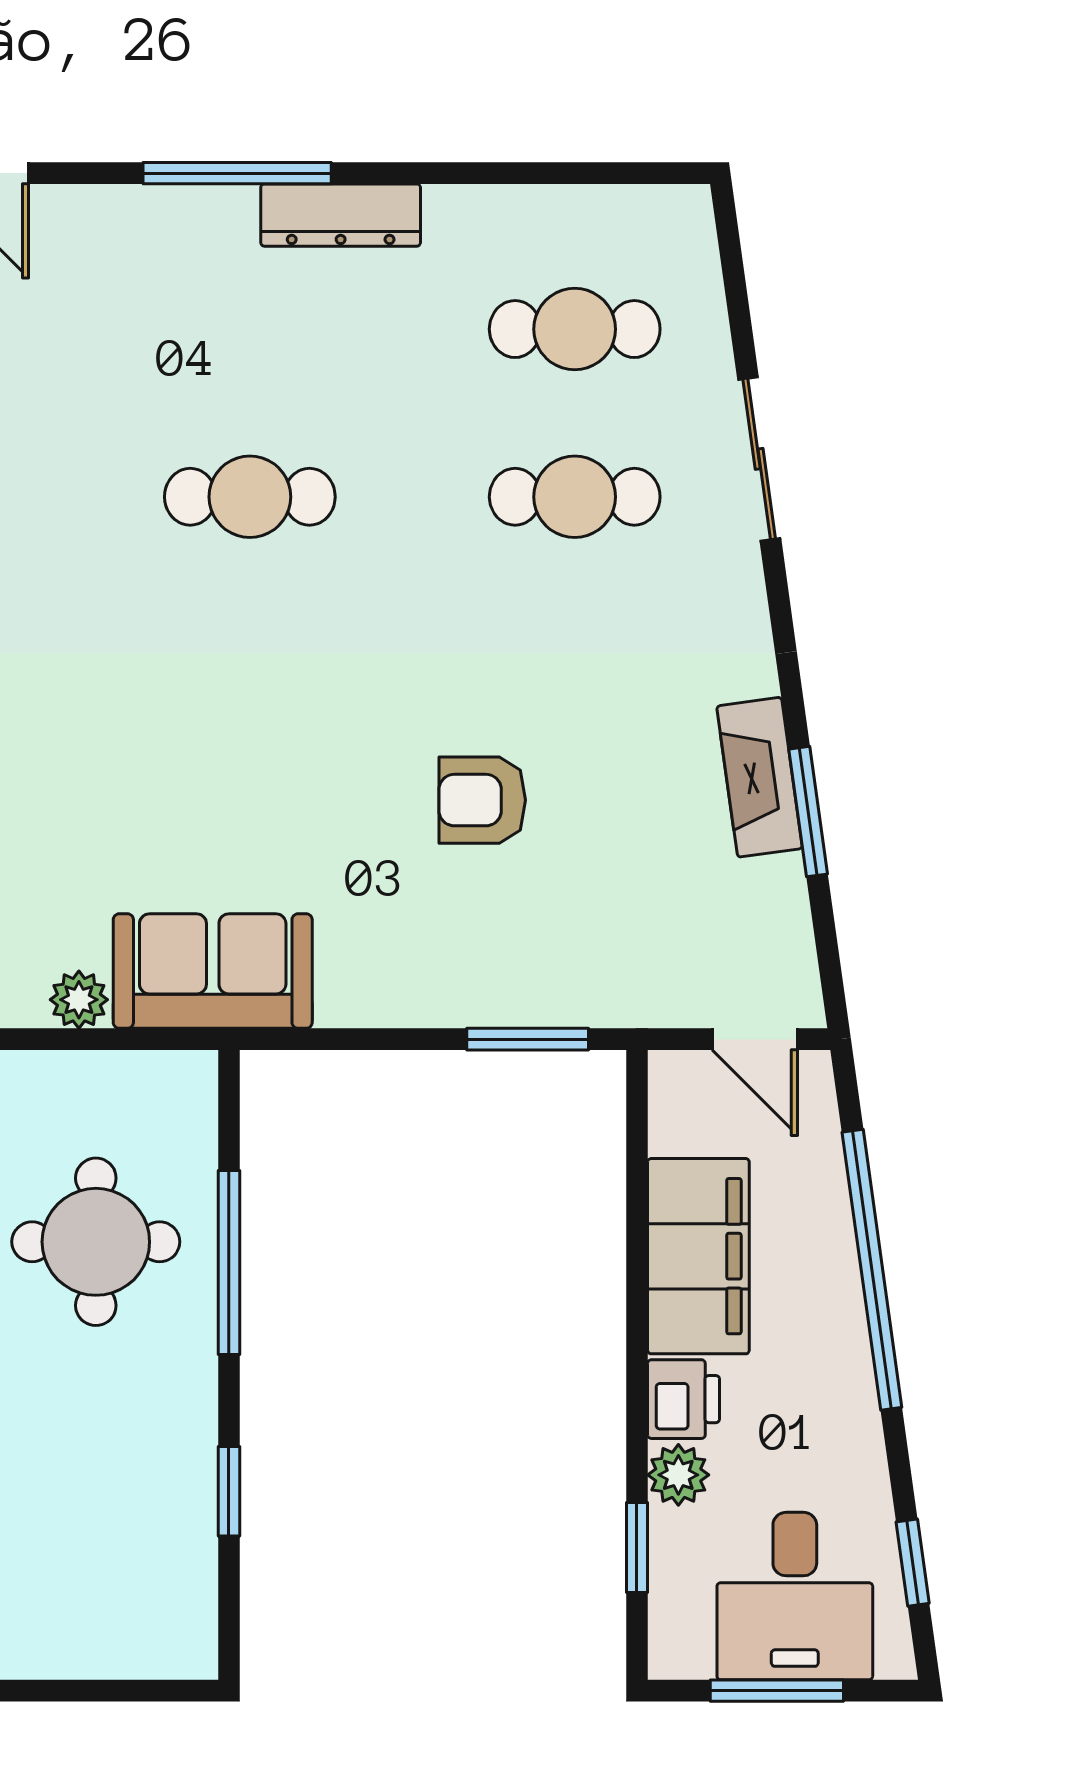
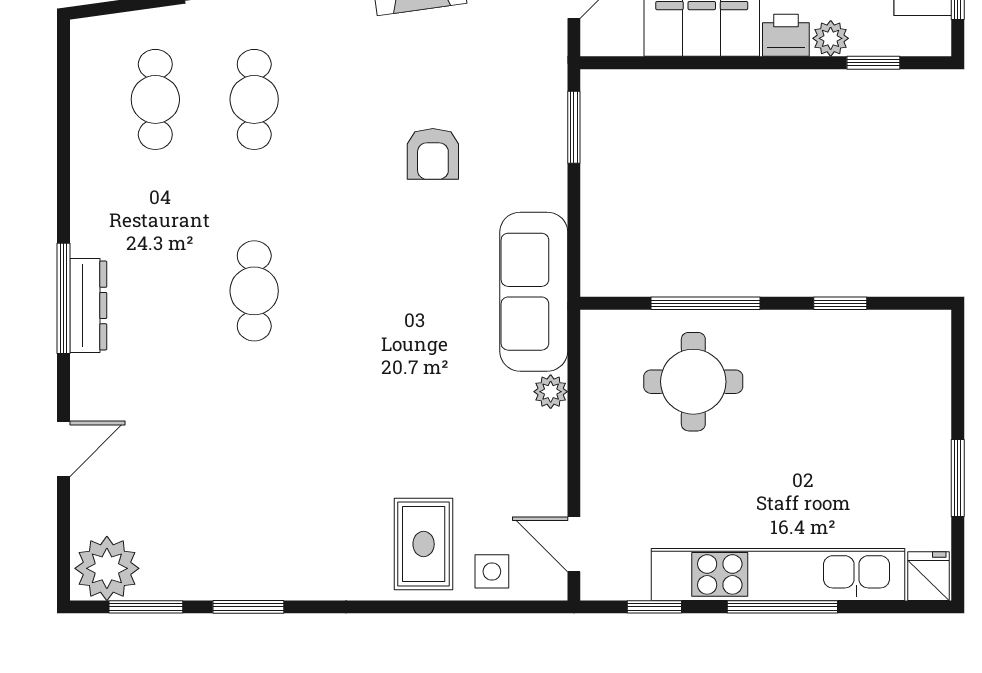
dresser: (341, 215) -> (88, 305), moved
sofa: (213, 971) -> (534, 292), width x1.36

